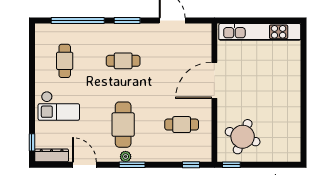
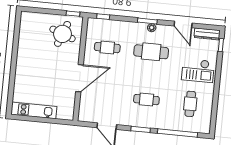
kitchen unit: (260, 32) -> (34, 110), width x0.73
checkout: (59, 106) -> (198, 70), turned 180
cafe table: (123, 125) -> (151, 52), turned 90

